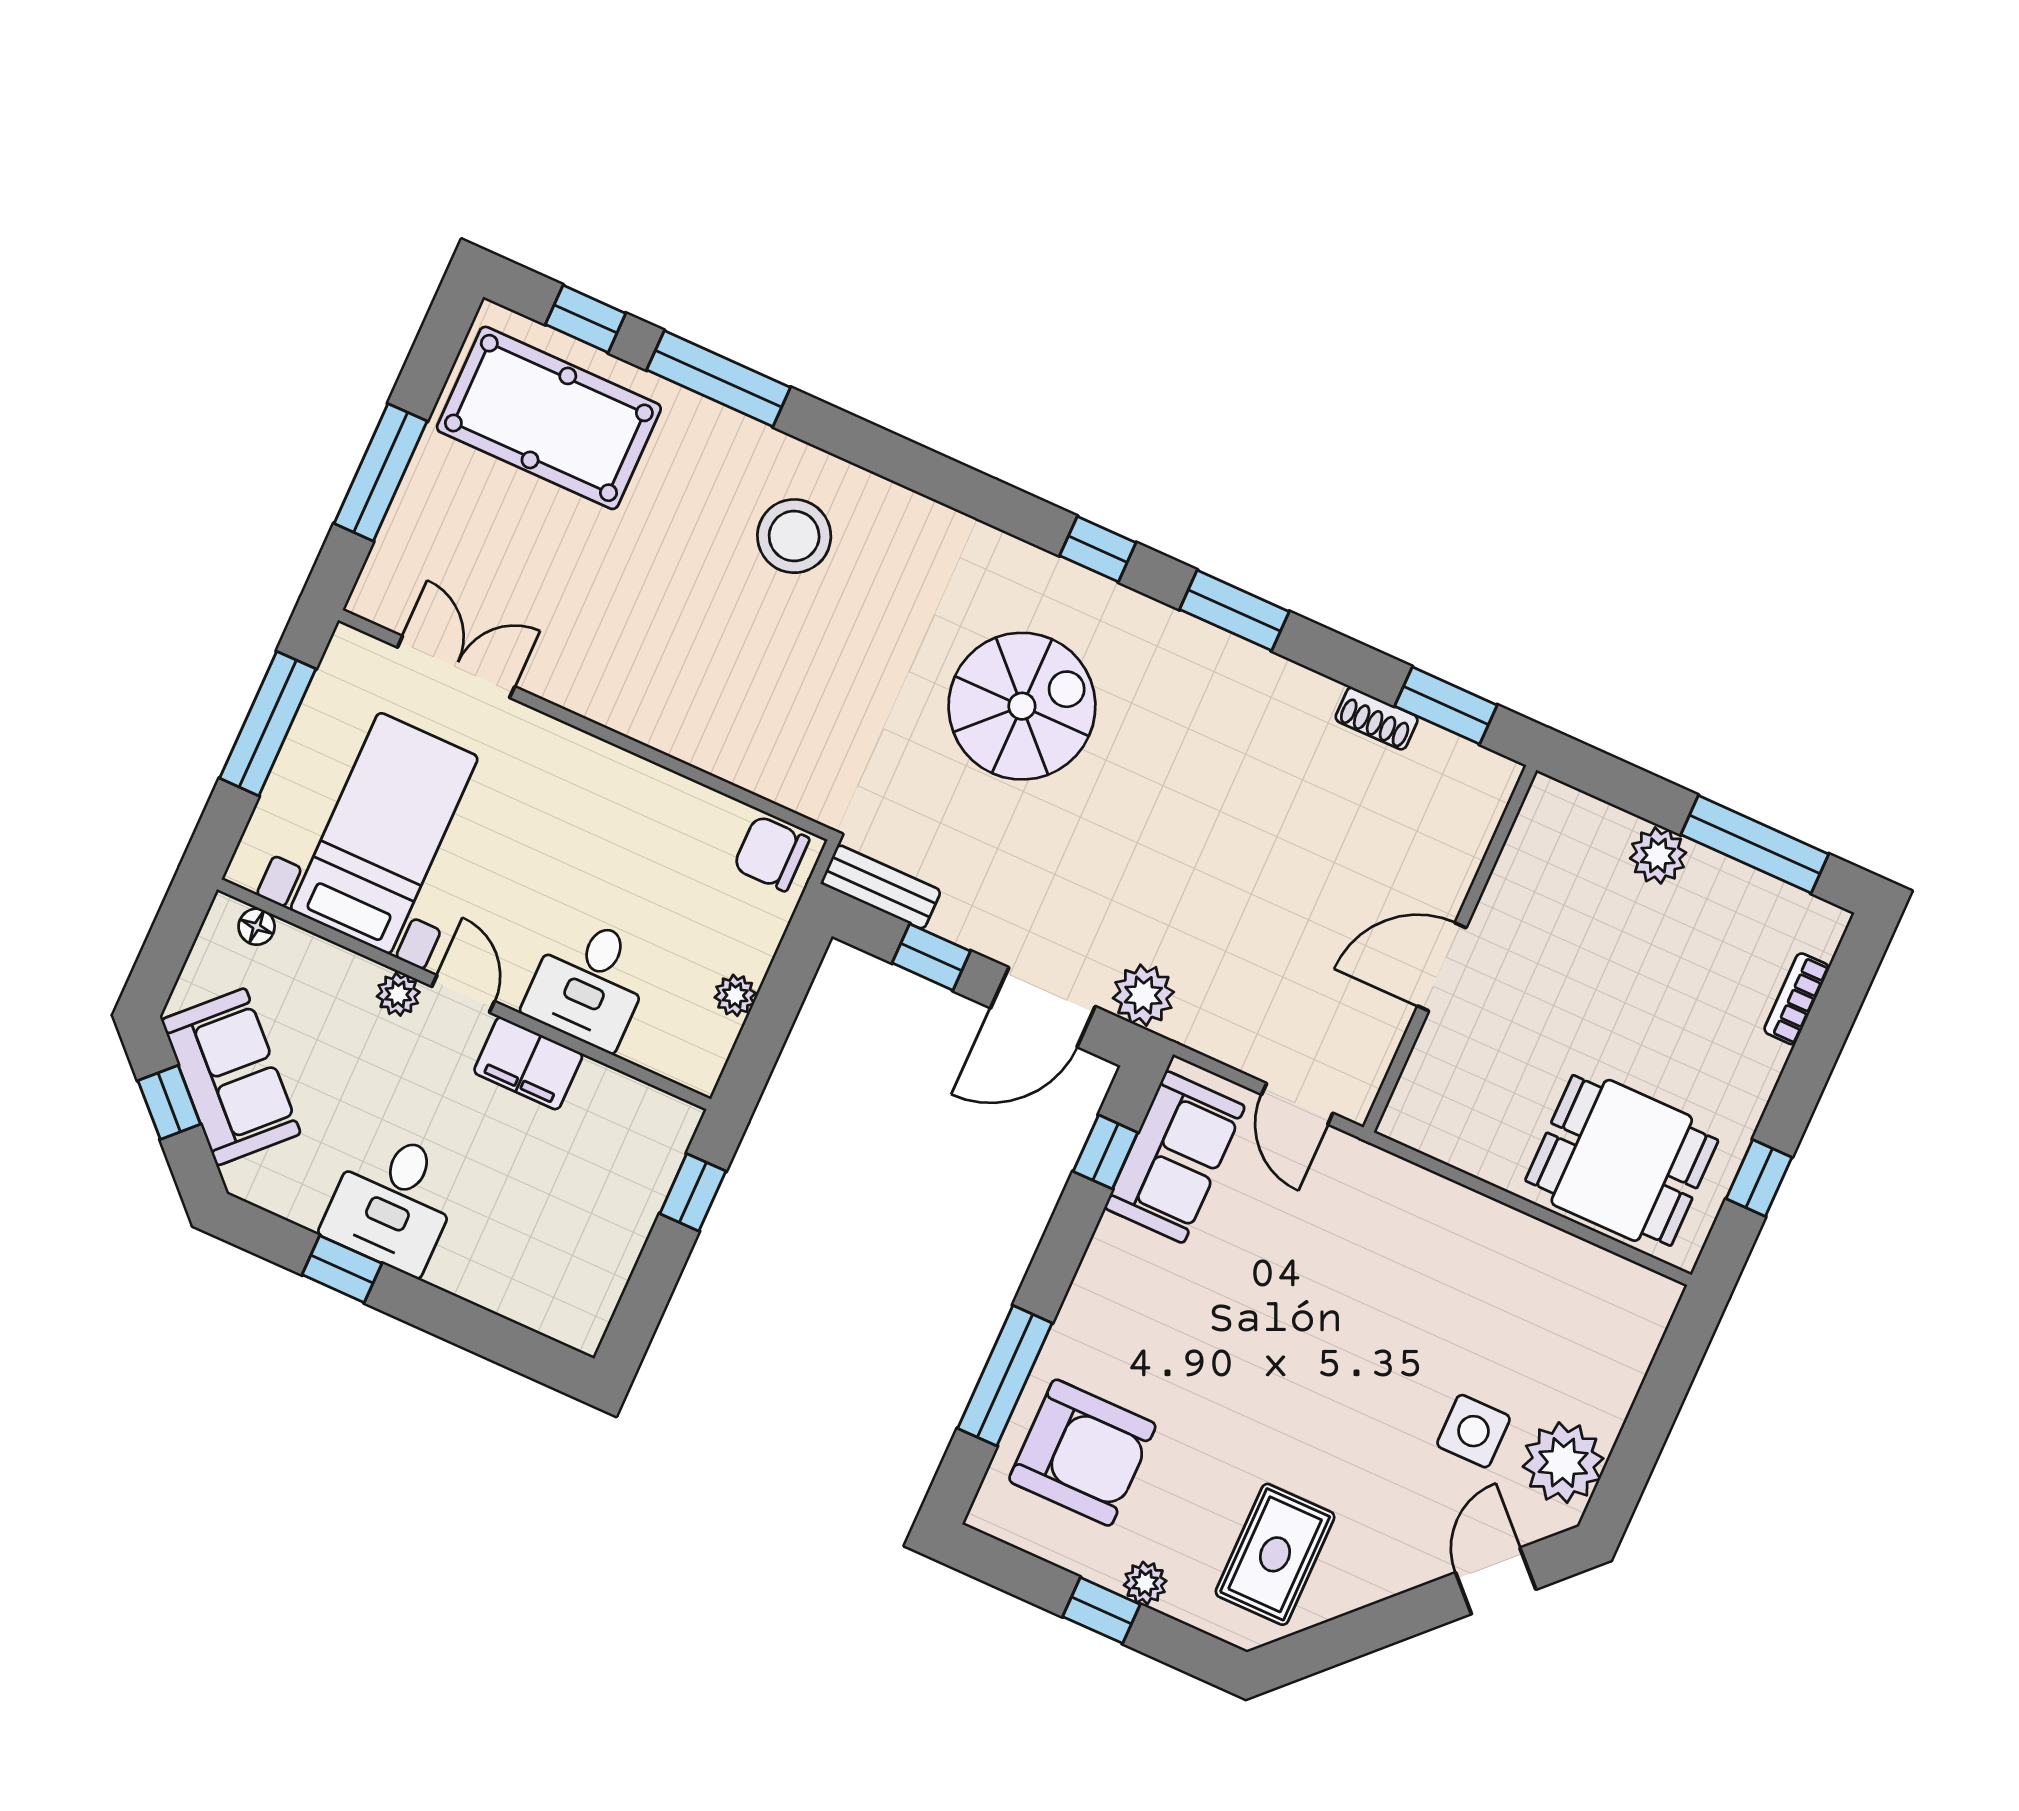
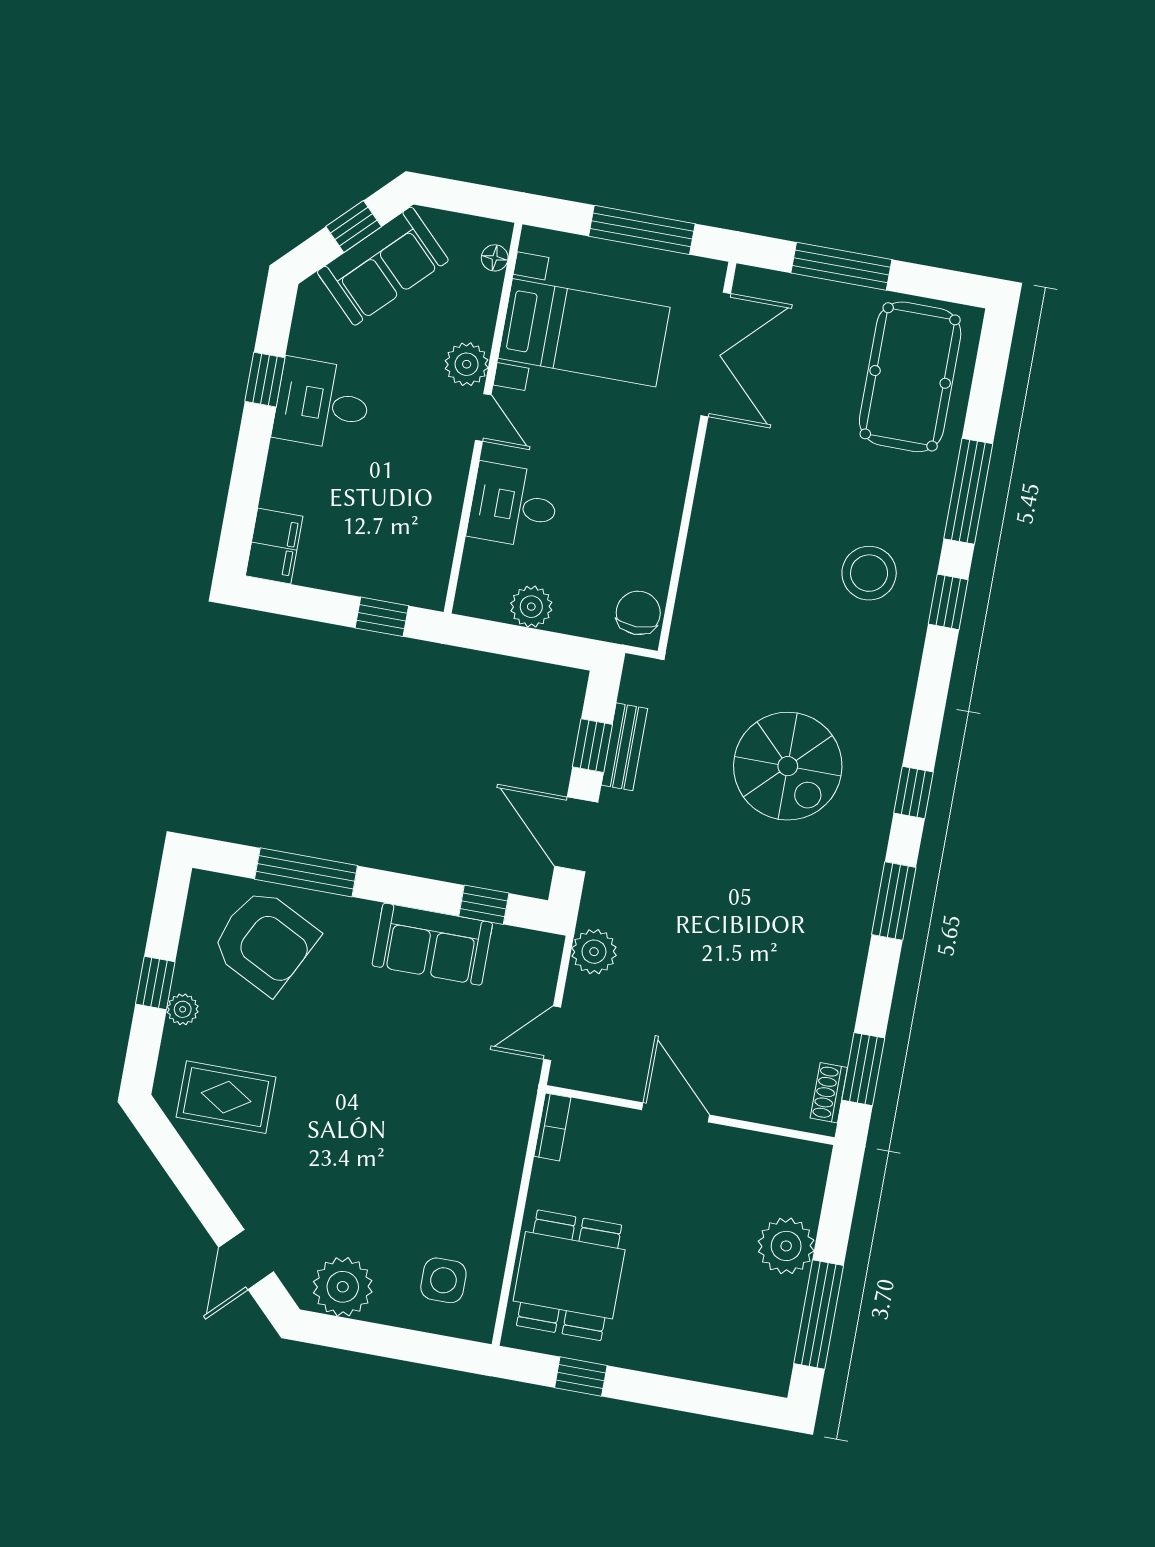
window: (586, 319) -> (948, 602), moved
double door: (456, 667) -> (716, 355), width x1.37
shoe rack: (1377, 718) -> (829, 1093), moved
plant: (1658, 855) -> (786, 1246), width x1.36, depth x1.36
bench: (881, 887) -> (624, 747), moved
plant: (398, 994) -> (467, 364), width x1.38, depth x1.38
door: (463, 994) -> (483, 418), hinge flipped
plant: (735, 995) -> (531, 607), width x1.38, depth x1.38
plant: (1143, 995) -> (594, 952), moved
bookcase: (1797, 999) -> (552, 1127), moved, turned 90
filing cabinet: (528, 1063) -> (274, 546), moved, turned 180
sofa: (1175, 1157) -> (432, 944), moved
side table: (1473, 1431) -> (443, 1280), moved
armchair: (1082, 1453) -> (265, 941), turned -63
door: (1496, 1581) -> (246, 1260), swing flipped

